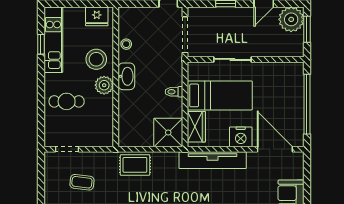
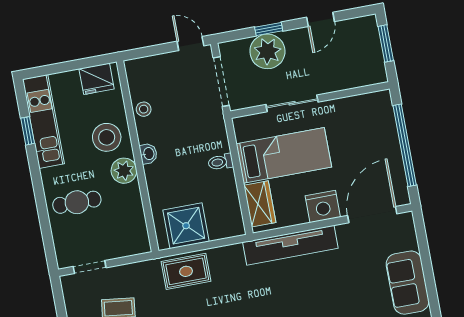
plant: (291, 19) -> (267, 51), moved
washbasin: (126, 76) -> (148, 154), width x0.52, depth x0.69
shower: (168, 132) -> (186, 226), moved
door: (275, 149) -> (372, 215), hinge flipped

